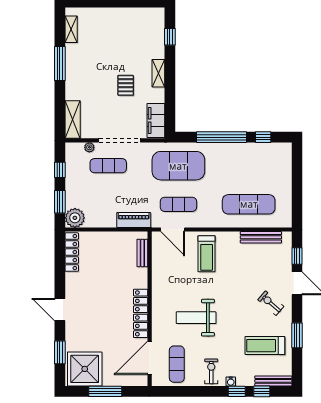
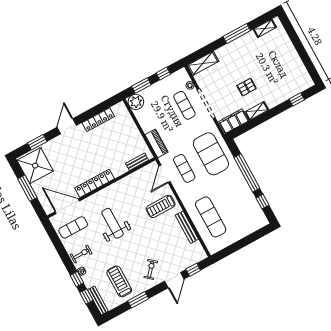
shelving: (158, 73) -> (257, 111), moved
bench: (261, 237) -> (187, 227), moved
locker: (72, 252) -> (98, 120), moved

